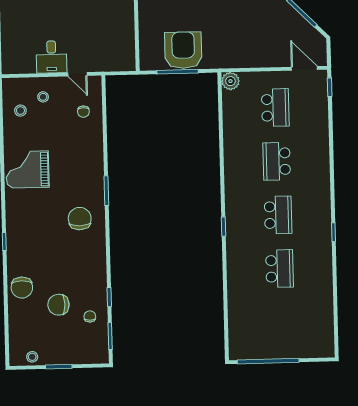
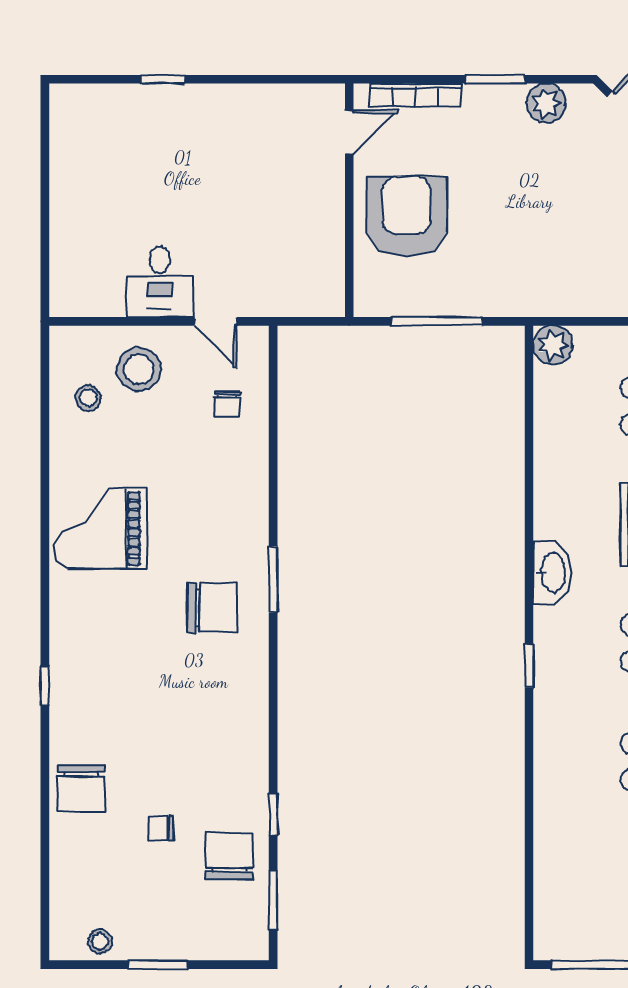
armchair: (183, 50) -> (406, 217), moved
stool: (43, 97) -> (139, 369), width x1.89, depth x1.89
washbasin: (233, 184) -> (552, 573), added
chair: (80, 219) -> (212, 608), moved, turned 90
chair: (58, 305) -> (161, 828), width x0.54, depth x0.54
chair: (90, 316) -> (229, 856), width x1.87, depth x1.87

